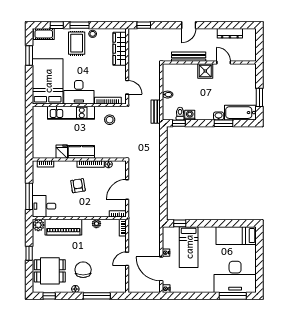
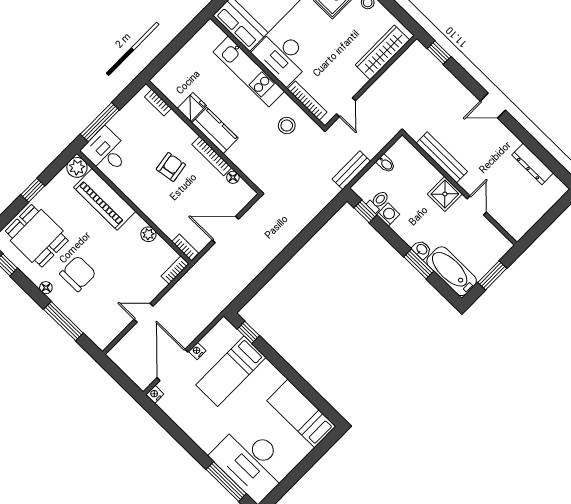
bench: (189, 57) -> (442, 157), moved
wall: (209, 62) -> (460, 189), moved
door: (224, 62) -> (477, 205), moved
shower: (205, 71) -> (445, 194), moved

